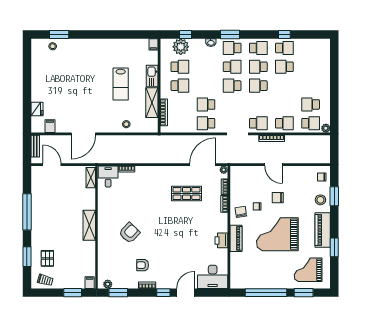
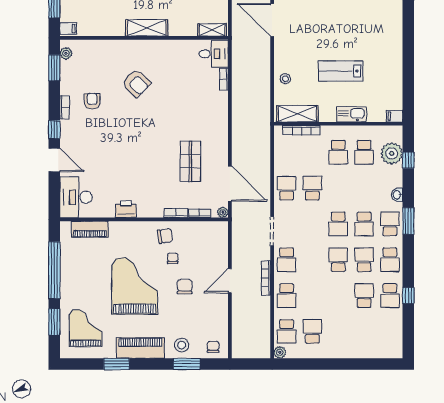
school desk: (232, 86) -> (338, 224), turned 180
shelving: (152, 103) -> (297, 114), moved
piano: (236, 238) -> (90, 229), moved

